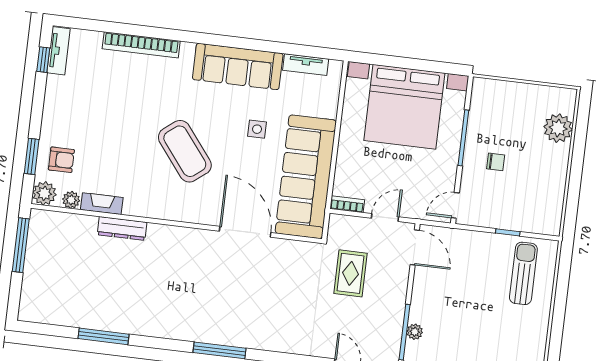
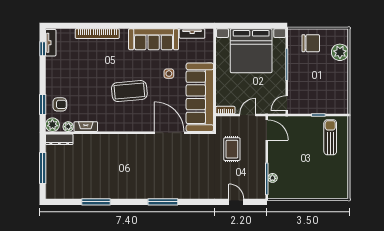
coffee table: (185, 151) -> (129, 91), turned -57
chair: (496, 162) -> (311, 43), moved, width x1.87, depth x1.87
dresser: (122, 228) -> (59, 139), moved
window: (21, 245) -> (43, 168), moved

